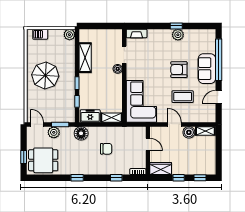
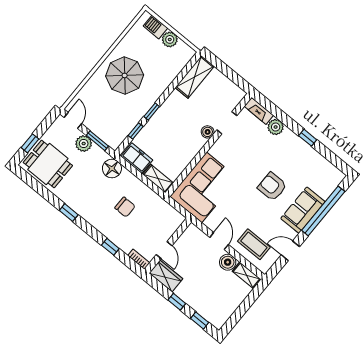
plant: (69, 35) -> (170, 39), moved
plant: (178, 35) -> (276, 127), moved
shelving: (85, 58) -> (195, 77), moved
coffee table: (183, 97) -> (254, 244), moved
door: (148, 144) -> (164, 250), moved

